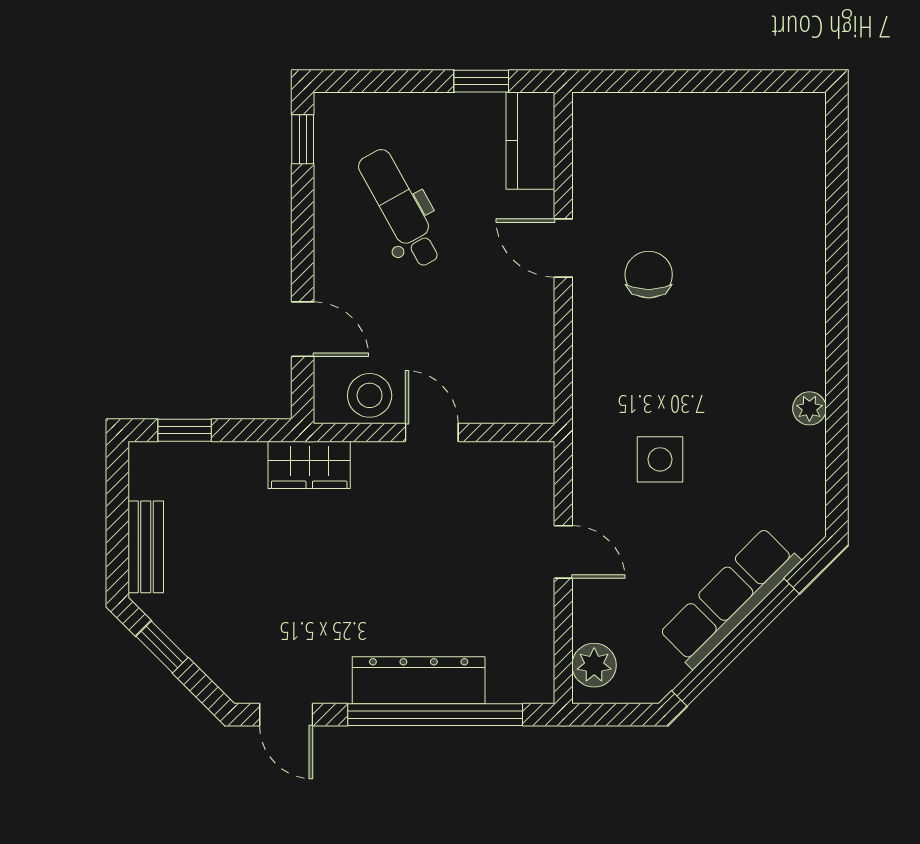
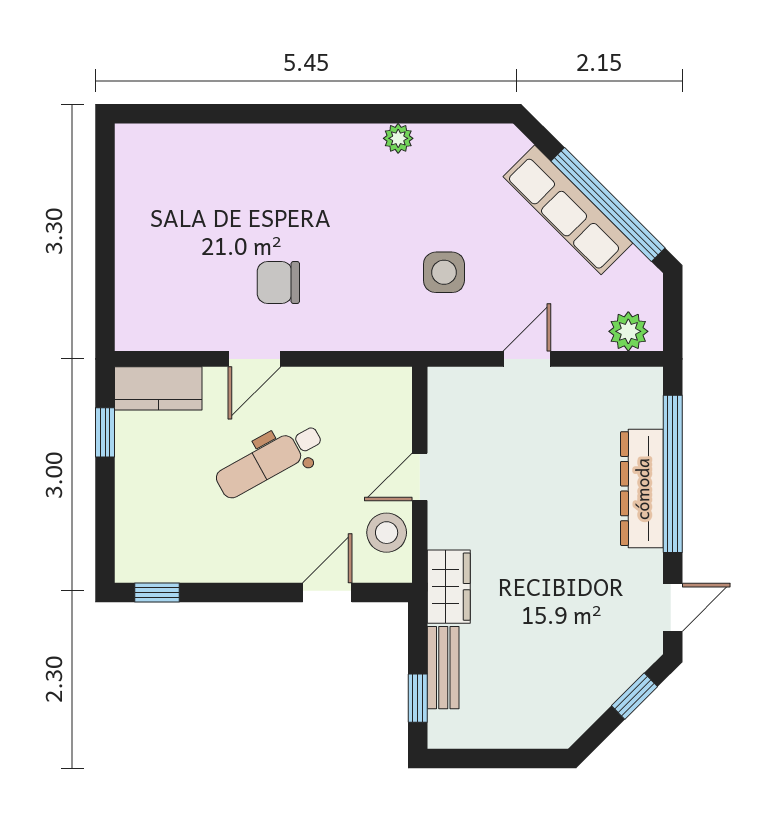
dental chair: (400, 208) -> (269, 461), moved
bench: (146, 547) -> (443, 668), moved, turned 90
window: (162, 647) -> (635, 696), moved

